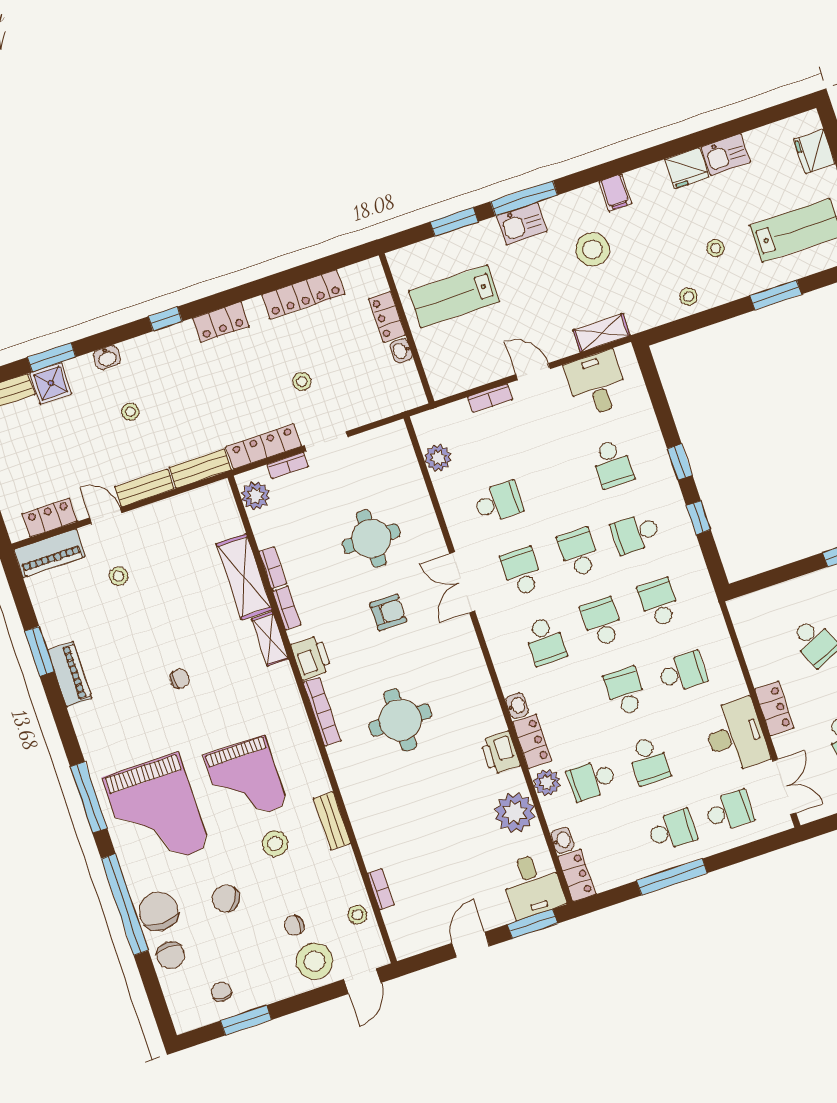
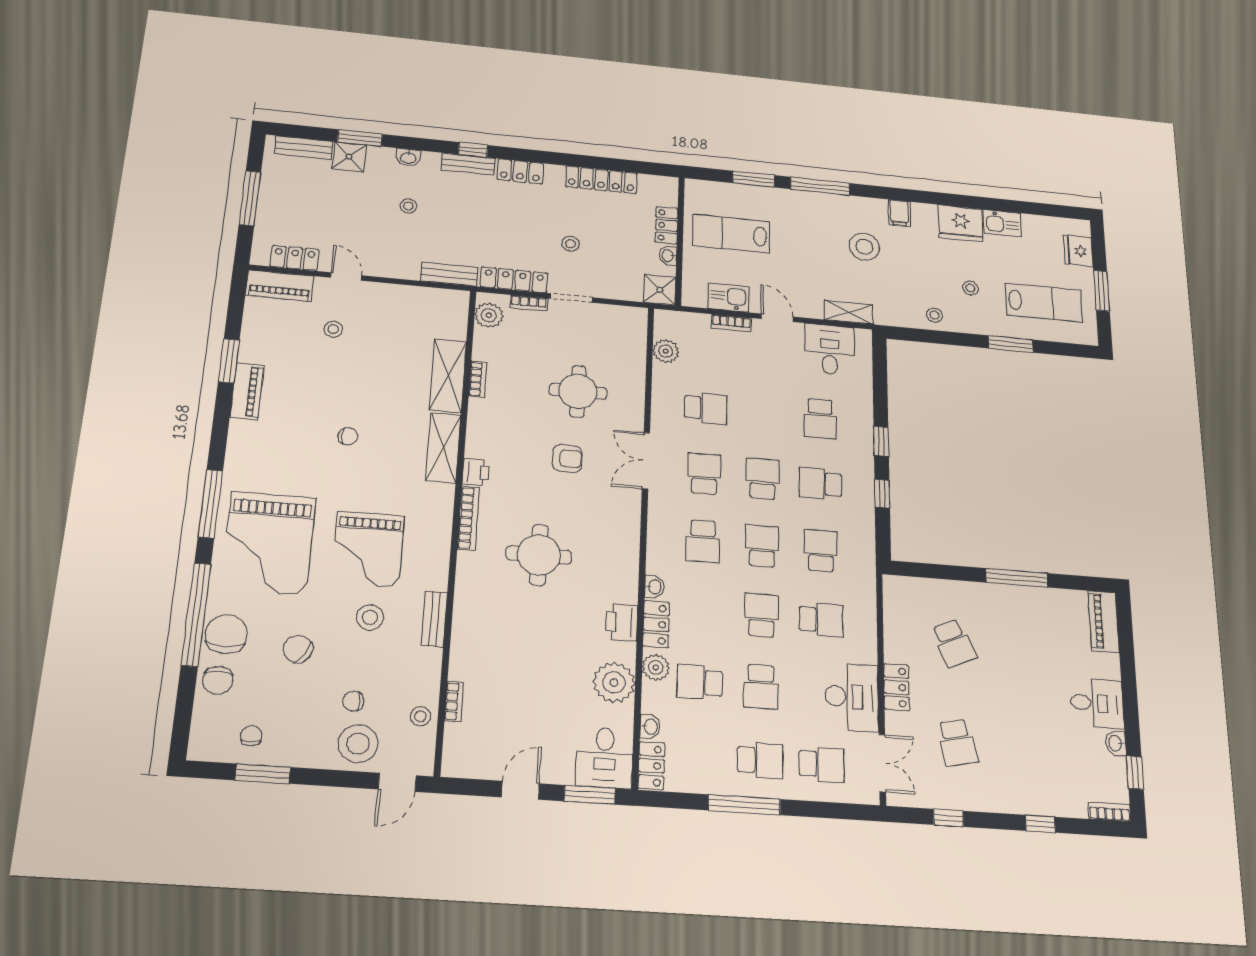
fridge: (687, 168) -> (961, 223), width x1.36, depth x1.34
kitchen sink: (522, 224) -> (729, 297), moved, turned 180
shower: (407, 393) -> (660, 290), added
bench: (144, 488) -> (468, 164), moved
bookcase: (287, 608) -> (475, 417), removed
shelving: (270, 639) -> (443, 448), width x1.50, depth x1.33
printer: (311, 658) -> (476, 472), width x0.73, depth x0.81

